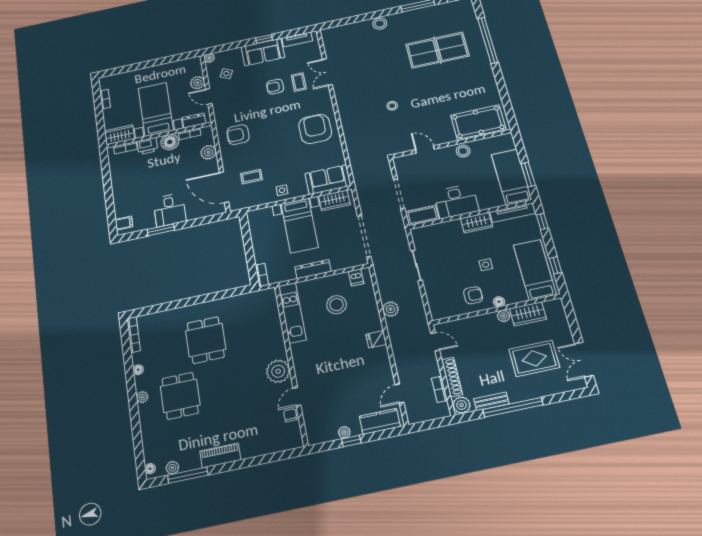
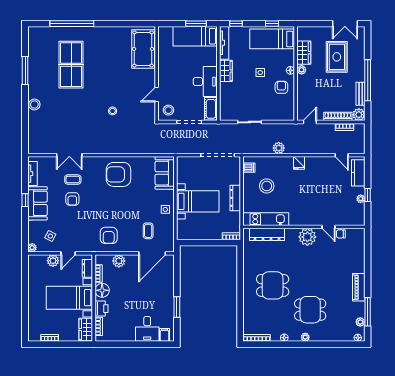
stool: (463, 151) -> (168, 110), moved
wardrobe: (334, 200) -> (183, 171), removed
desk: (170, 210) -> (147, 329), moved, turned 90
dresser: (272, 319) -> (267, 234), added

